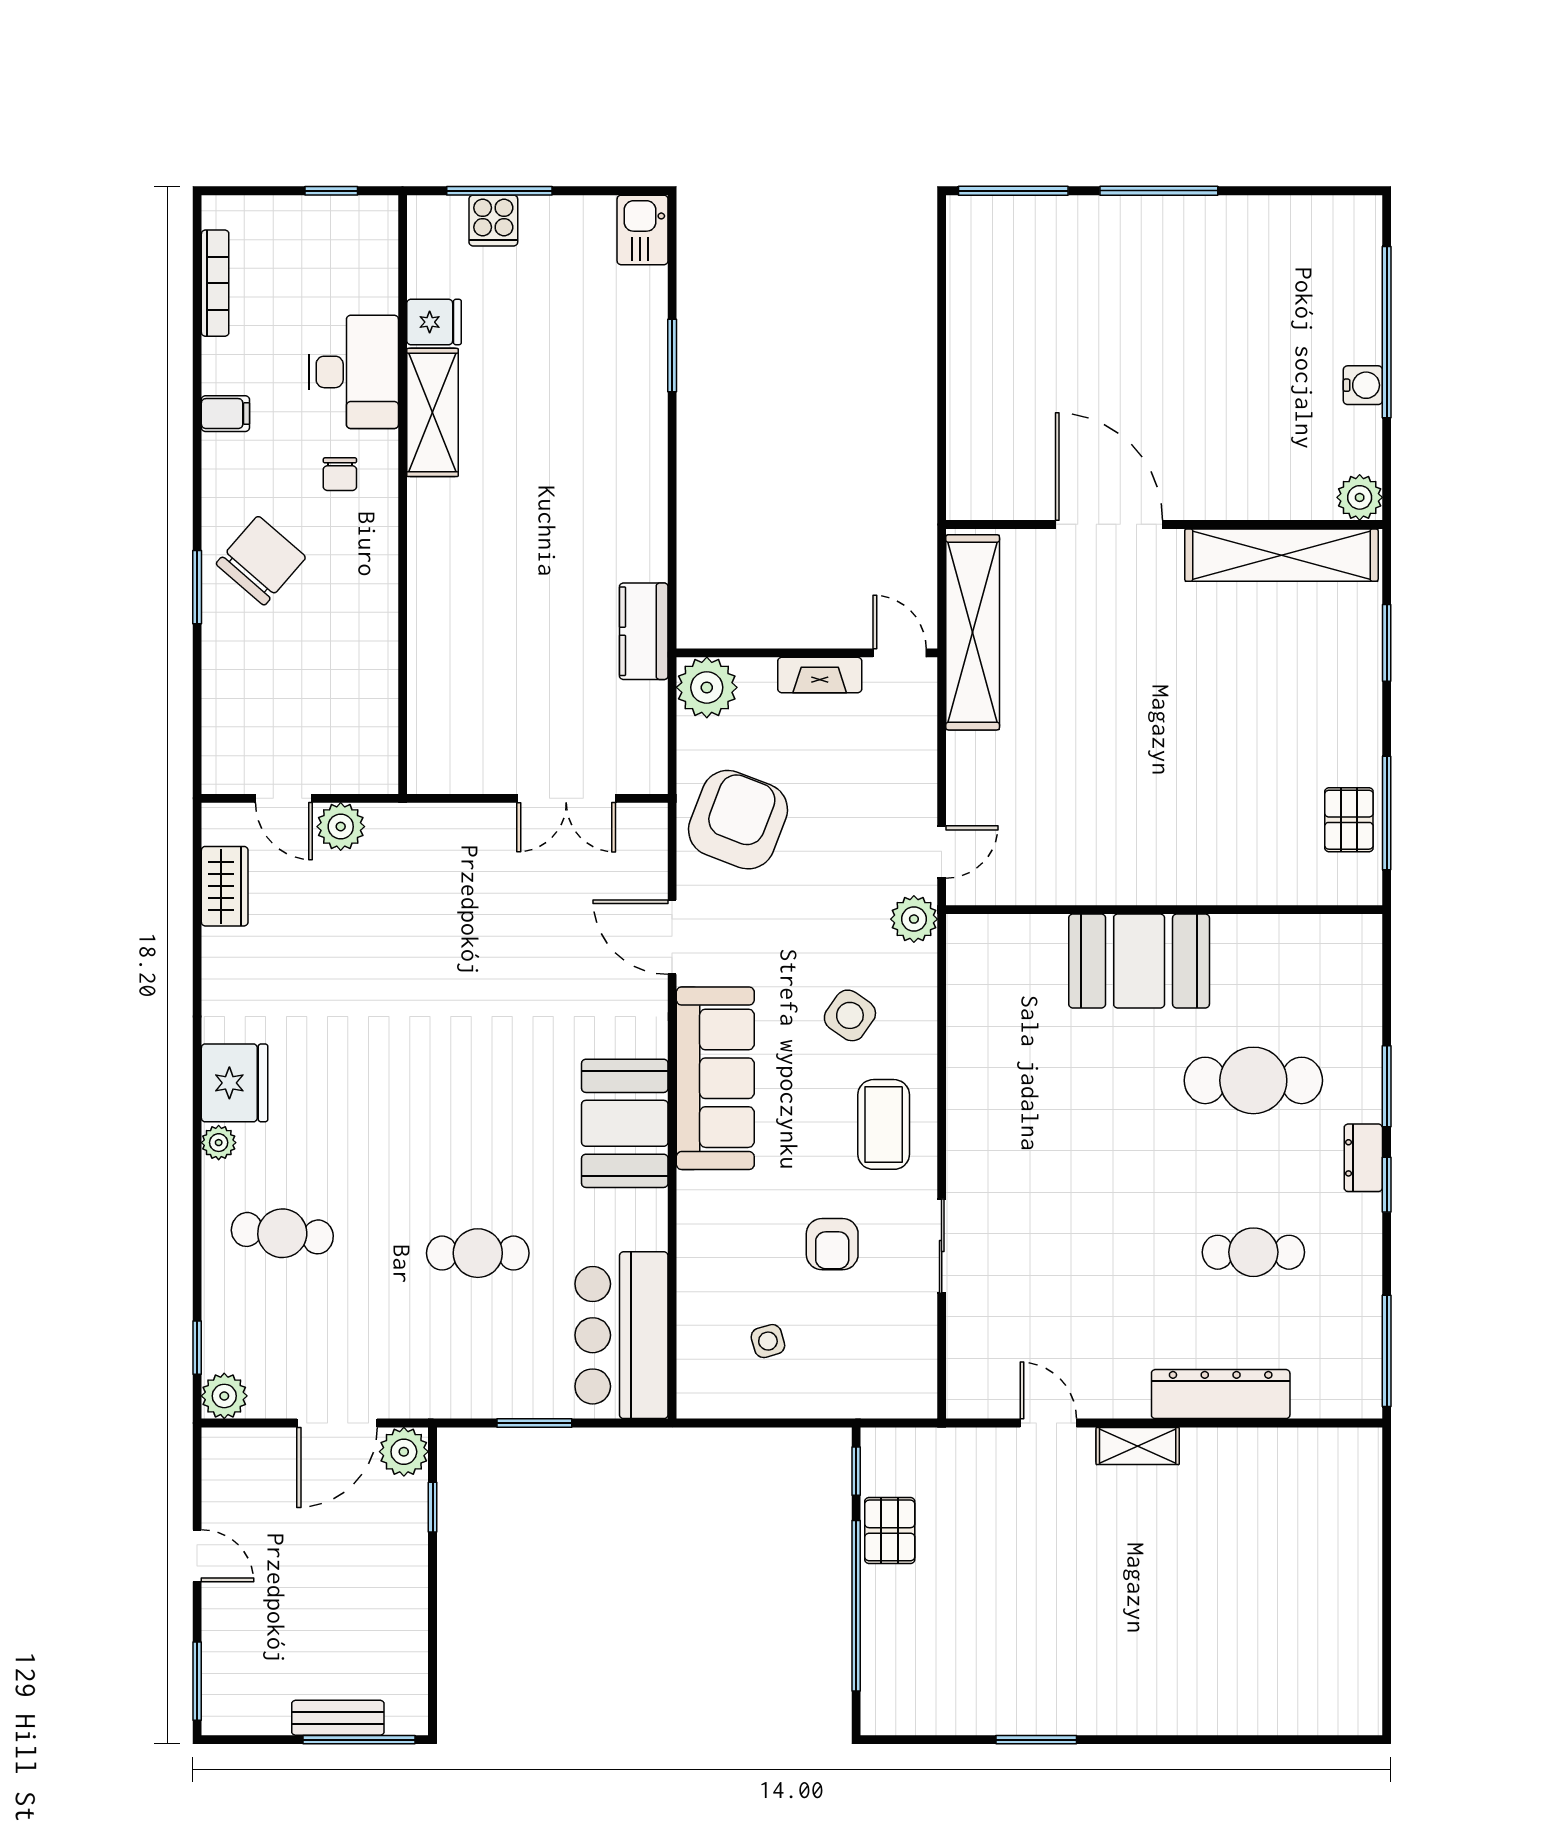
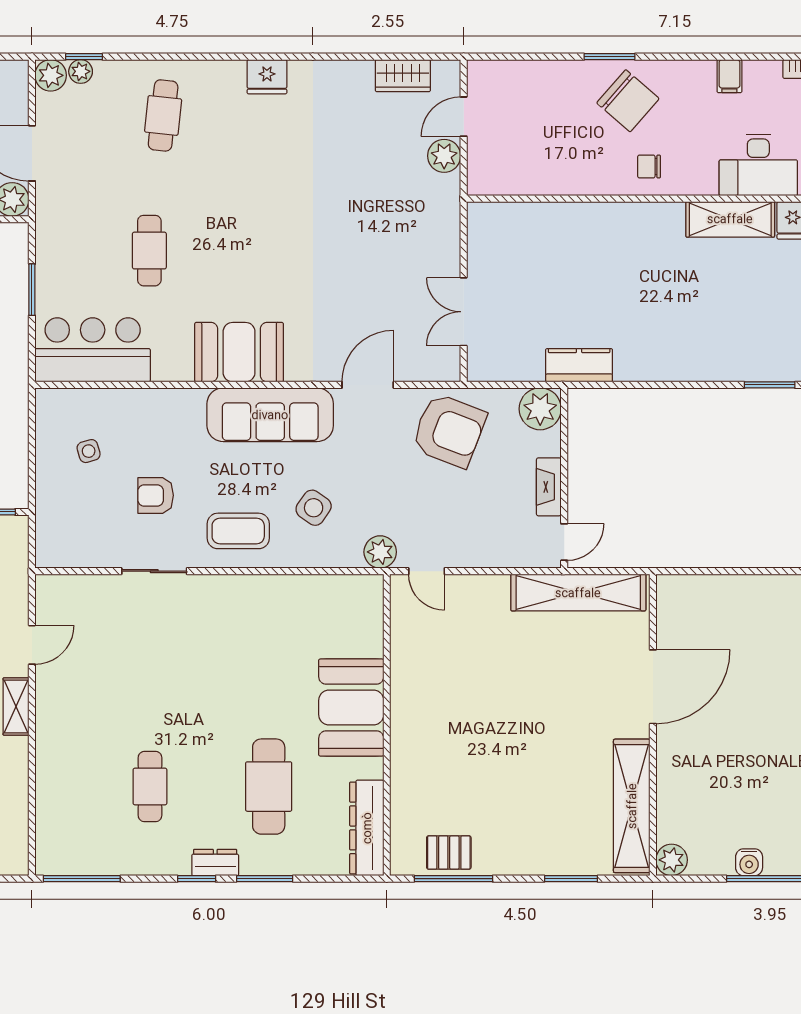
chair: (340, 474) -> (649, 167), moved
fridge: (235, 1083) -> (267, 77), width x0.73, depth x0.75
plant: (219, 1143) -> (81, 71), moved
dresser: (1221, 1394) -> (367, 828), moved, turned 180

